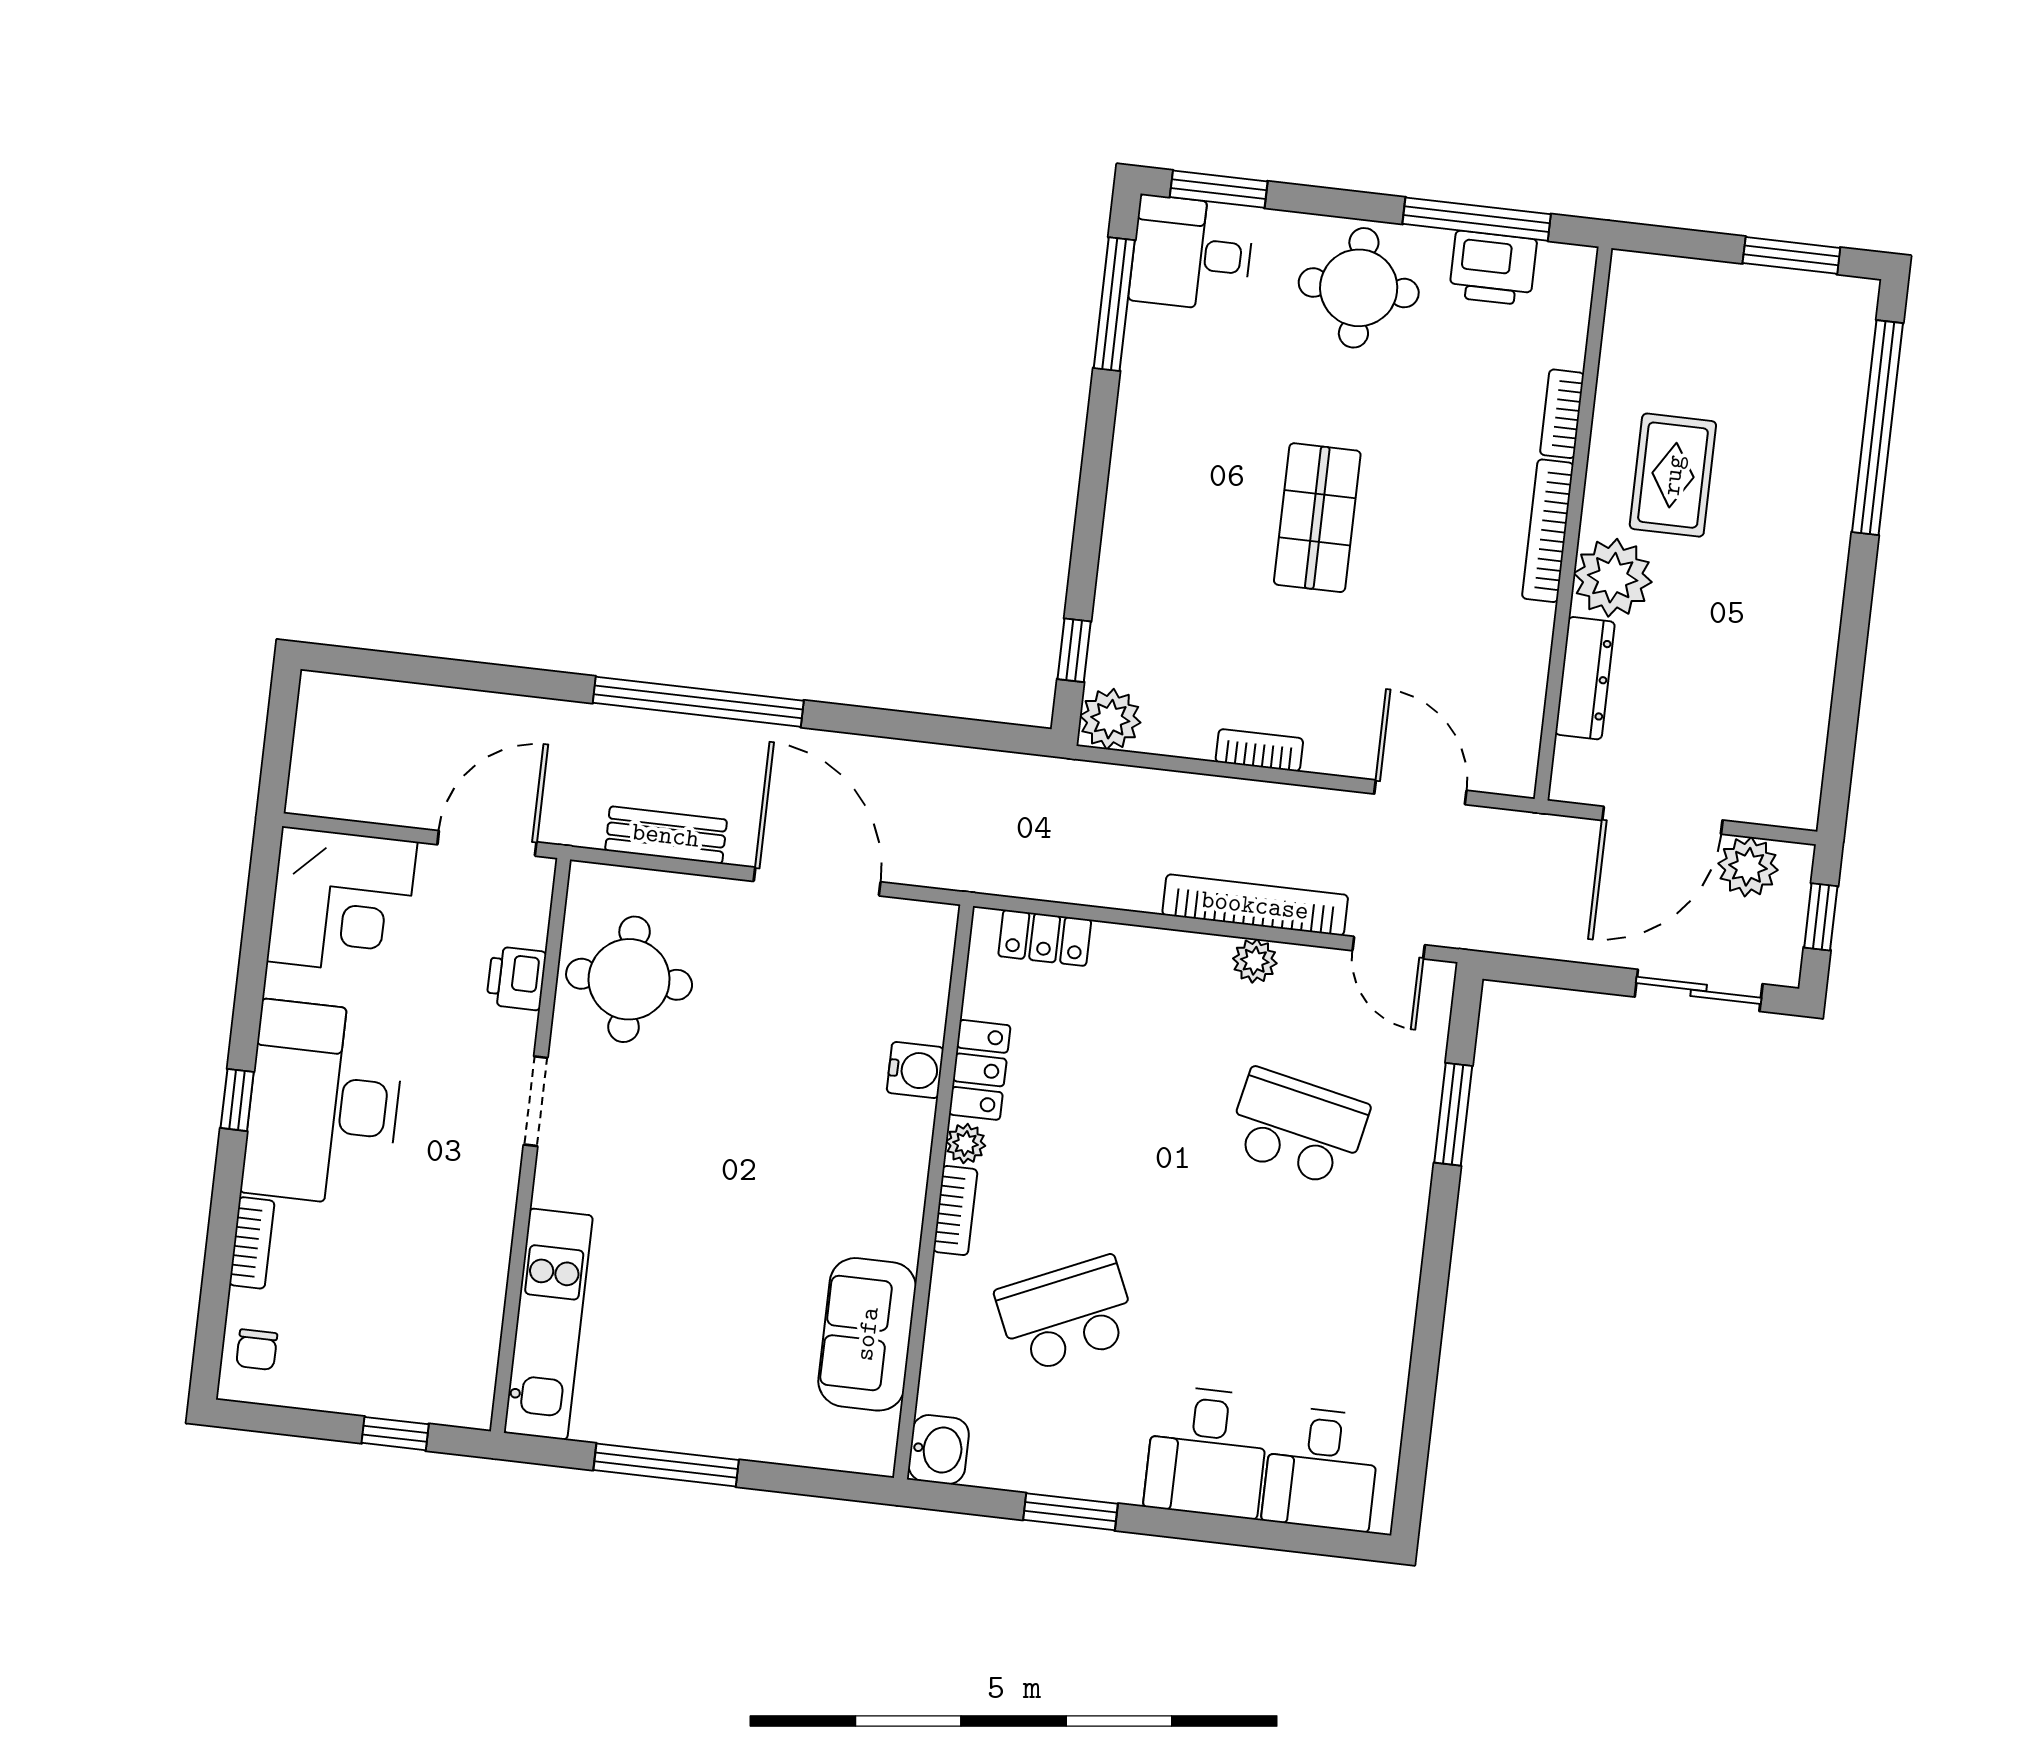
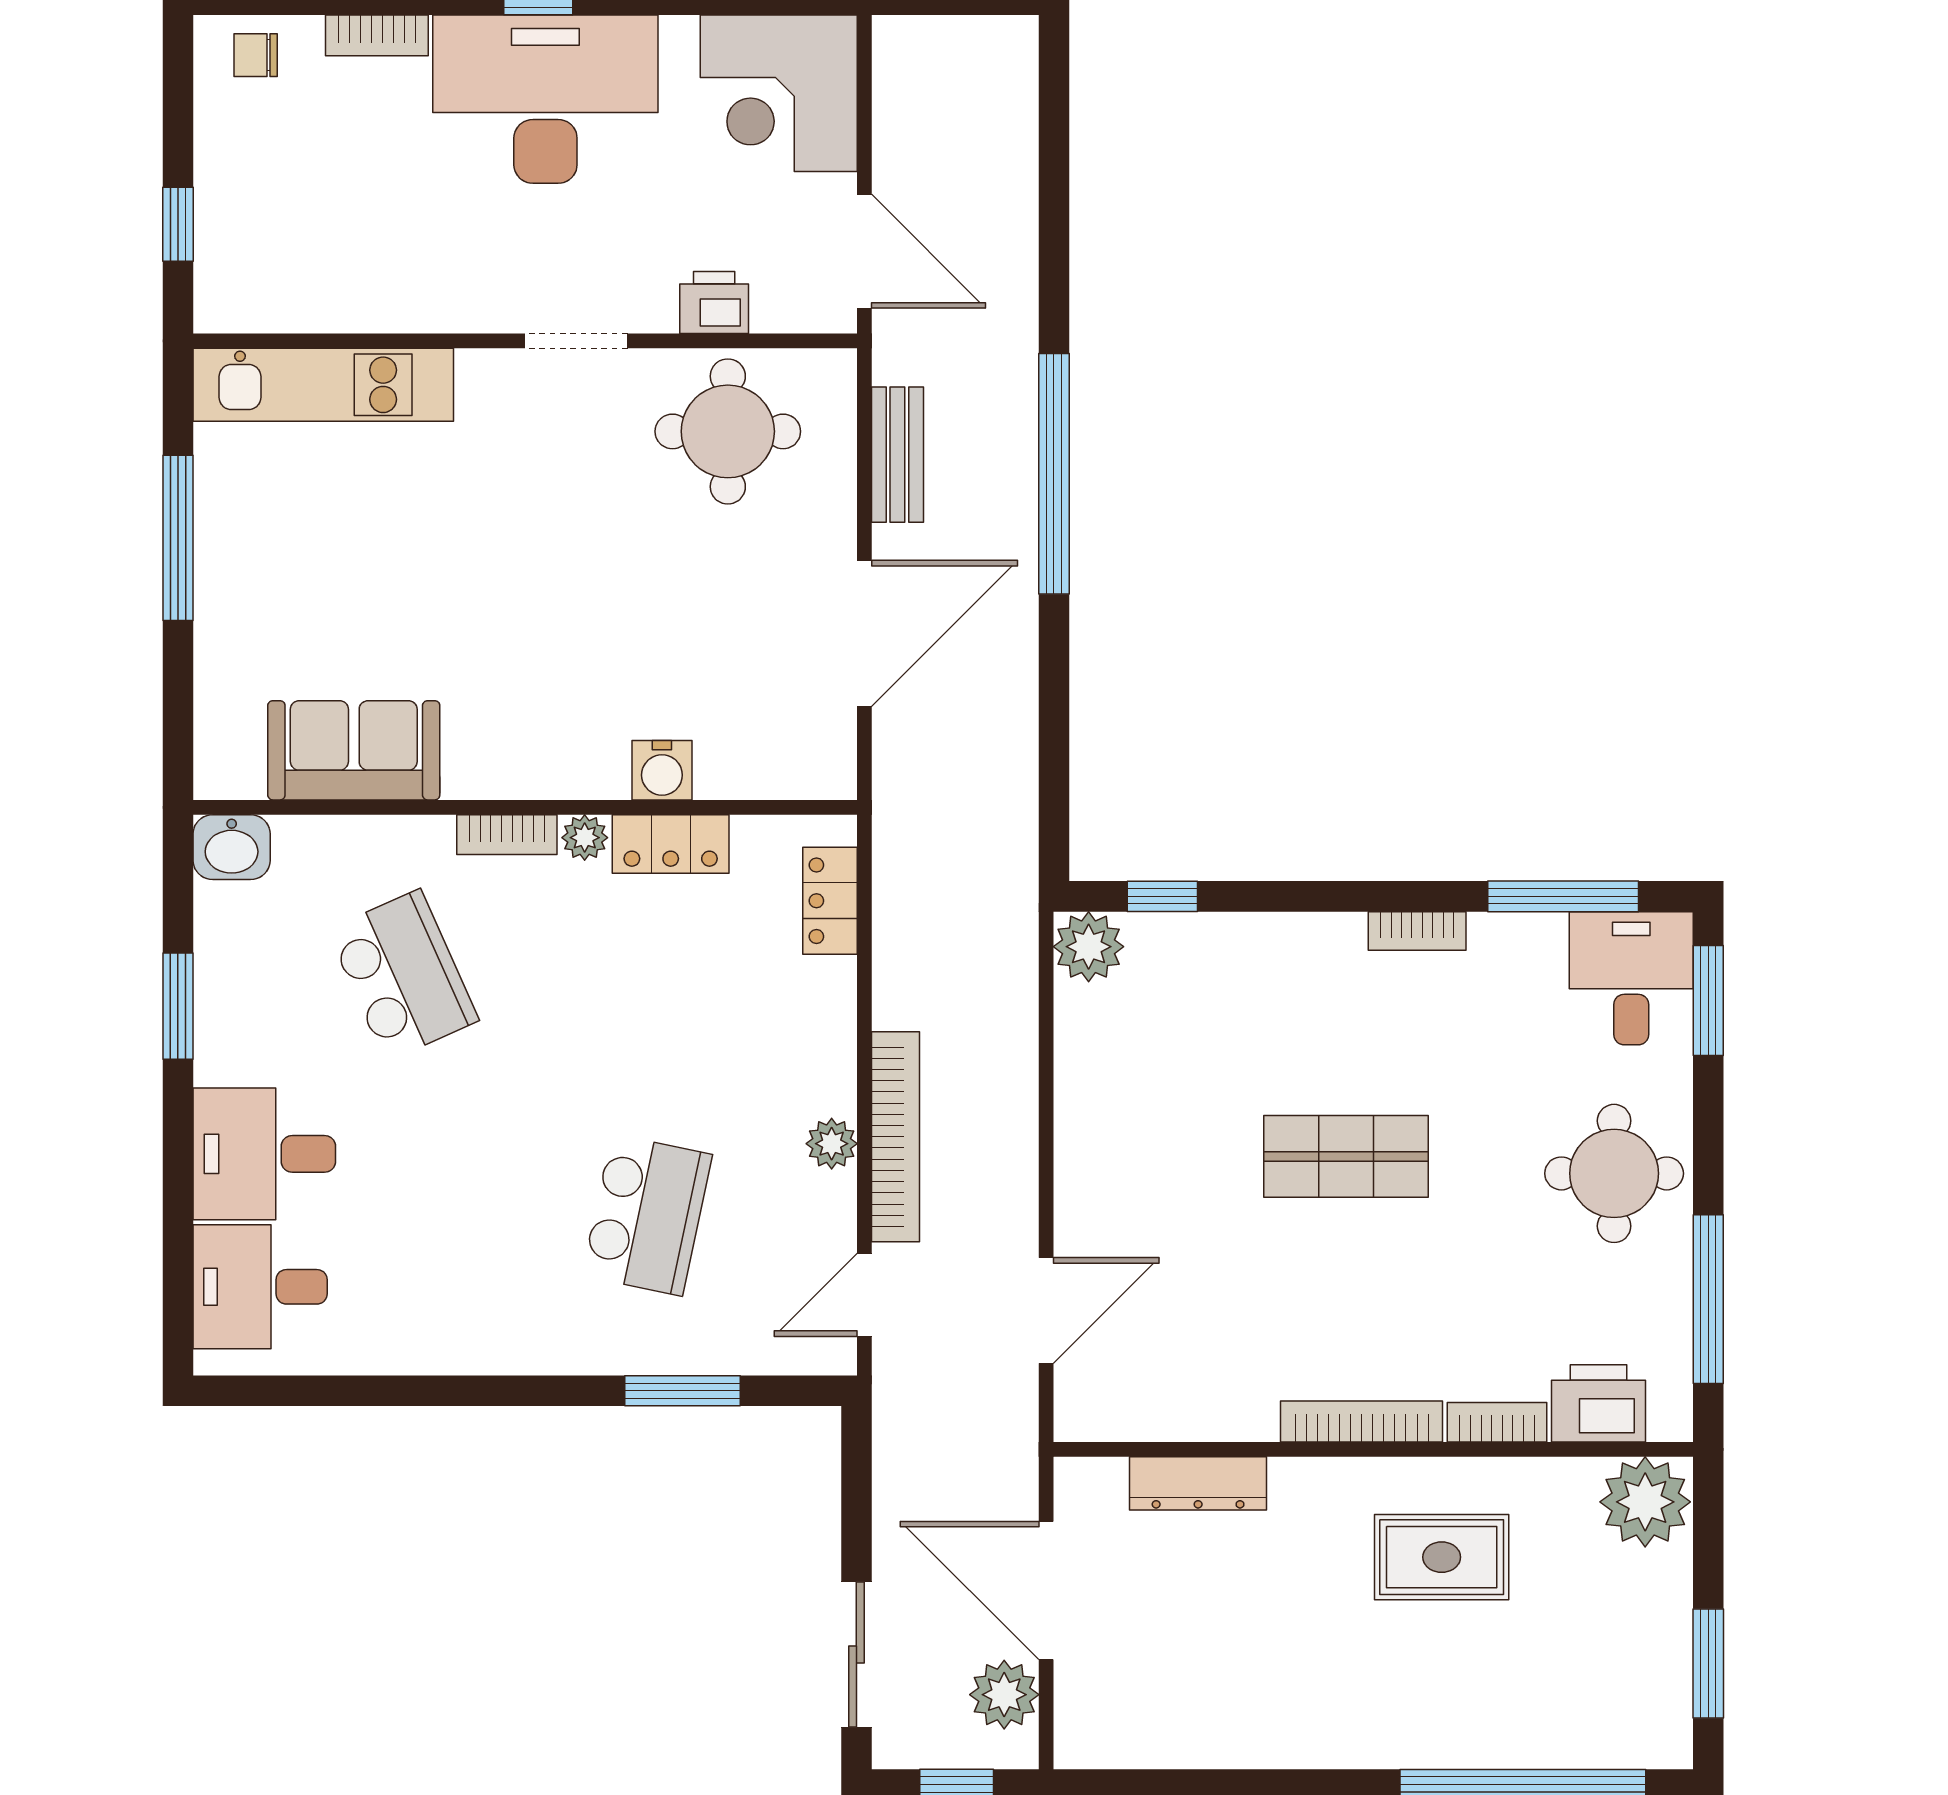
printer: (1493, 268) -> (1598, 1403), moved, turned 90
plant: (1613, 578) -> (1645, 1502), moved
bookcase: (1259, 750) -> (1417, 931), moved, turned 90

